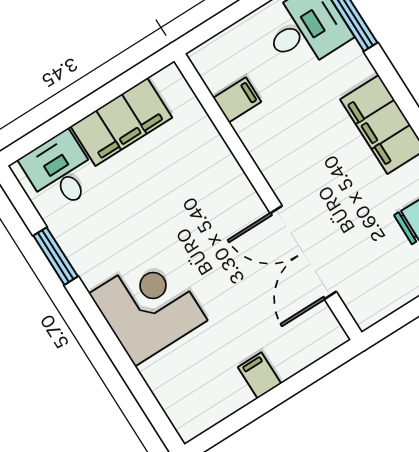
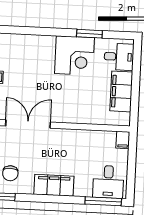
filing cabinet: (237, 100) -> (123, 140), moved
corner desk: (148, 307) -> (75, 55), moved

